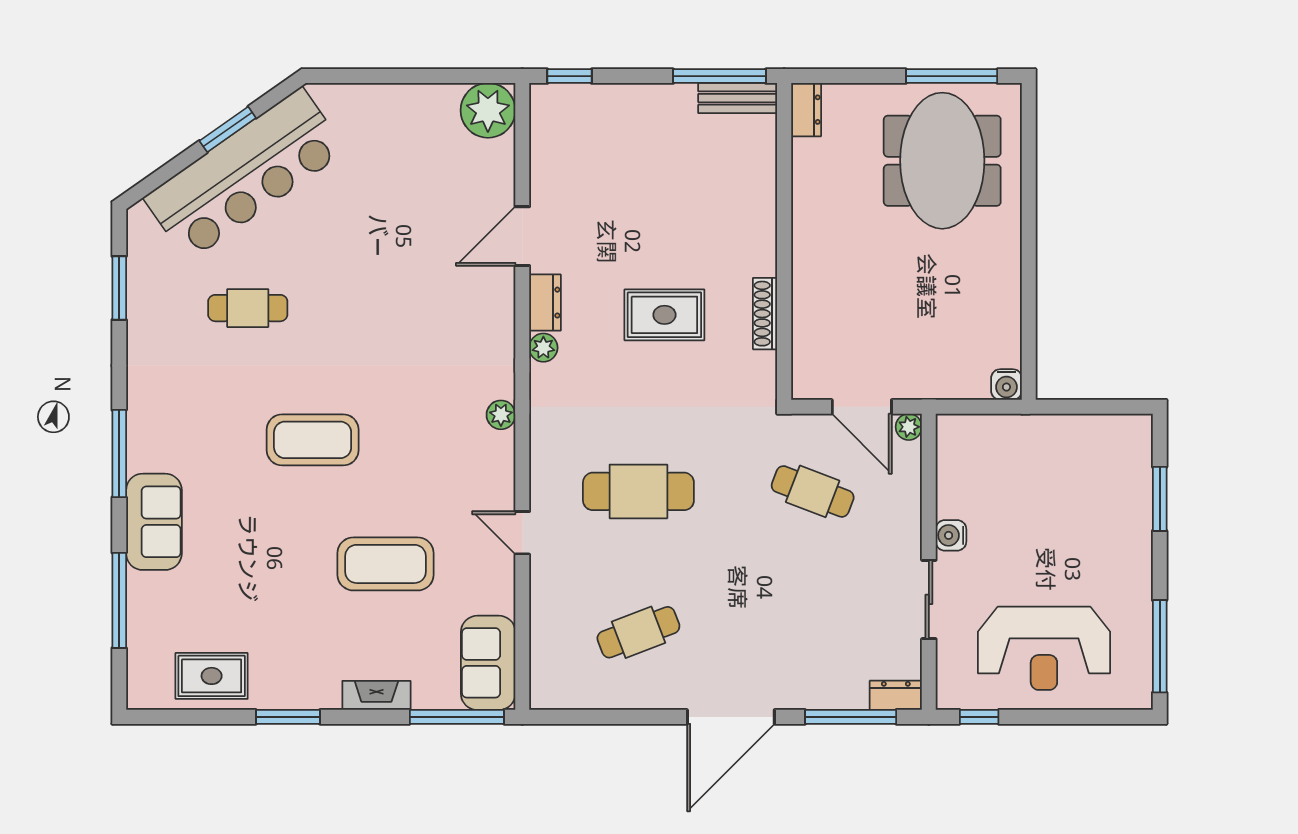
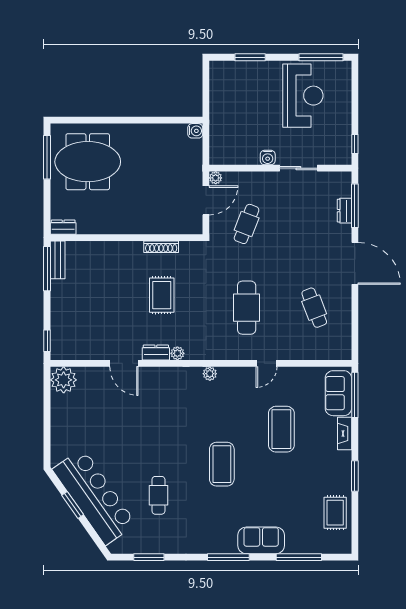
reception desk: (1044, 648) -> (303, 96), moved
sofa: (488, 663) -> (338, 393), moved, turned 90
dresser: (896, 695) -> (344, 211), moved

